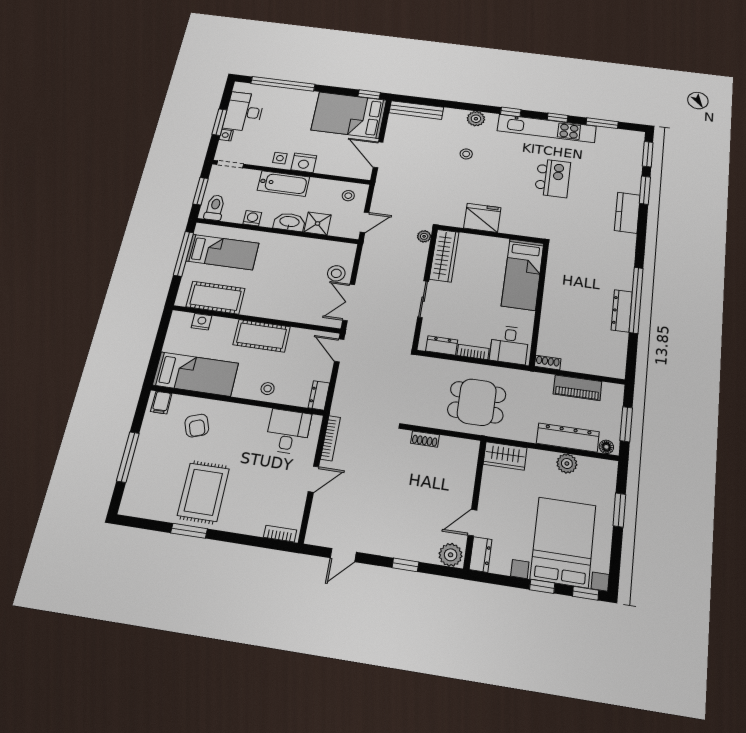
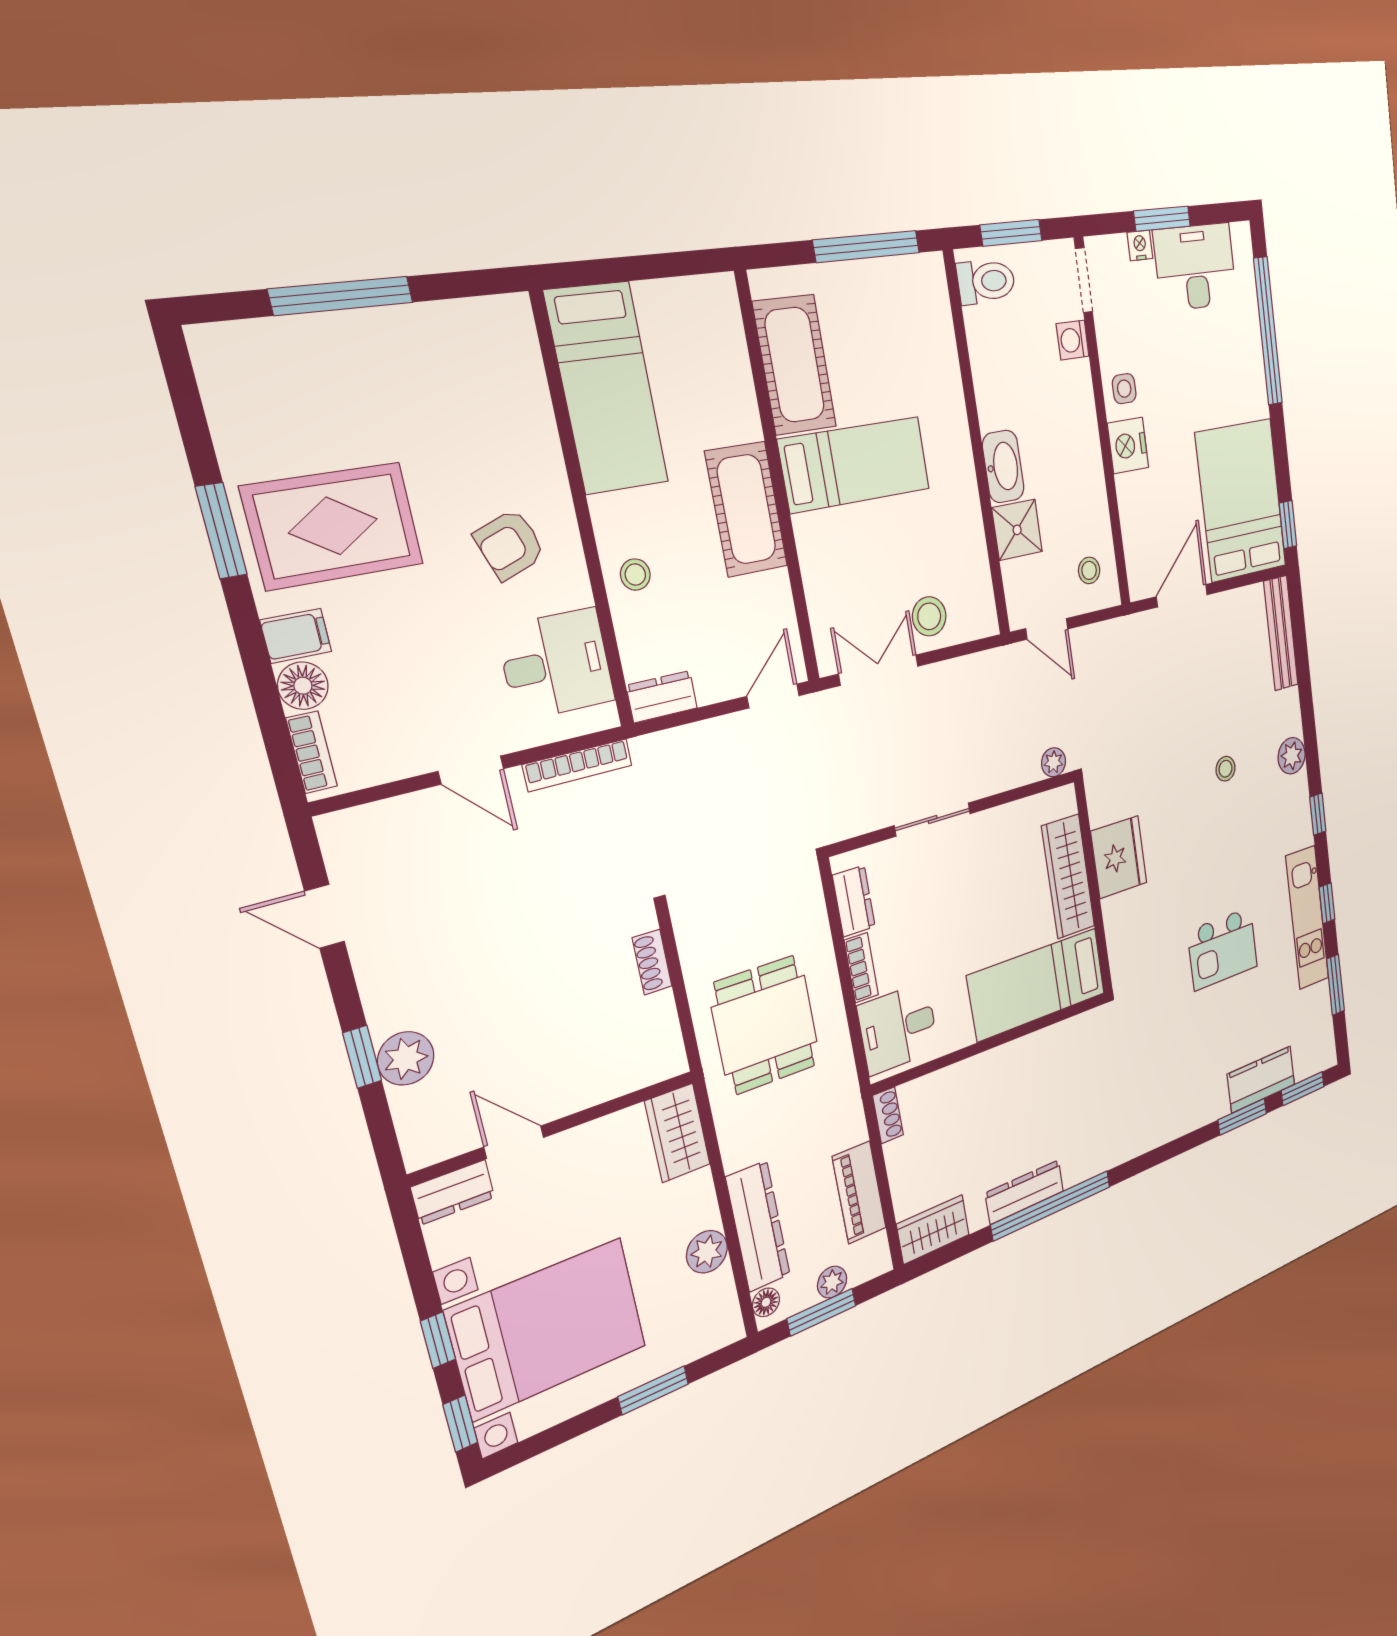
kitchen unit: (547, 128) -> (1307, 918), width x0.73
bathtub: (283, 184) -> (1076, 419), removed
kitchen counter: (627, 213) -> (1261, 1079), moved
washing machine: (252, 218) -> (1073, 340), moved, turned 180
bed: (222, 252) -> (855, 464), moved, turned -90
wardrobe: (444, 256) -> (1068, 877), moved, turned 90
nightstand: (202, 322) -> (731, 353), removed
wardrobe: (615, 360) -> (933, 1229), added
filing cabinet: (161, 403) -> (296, 636), moved, turned 180
plant: (614, 414) -> (832, 1282), added
armchair: (197, 426) -> (510, 545), moved
floor lamp: (255, 526) -> (303, 686), added
plant: (451, 555) -> (406, 1058), moved

